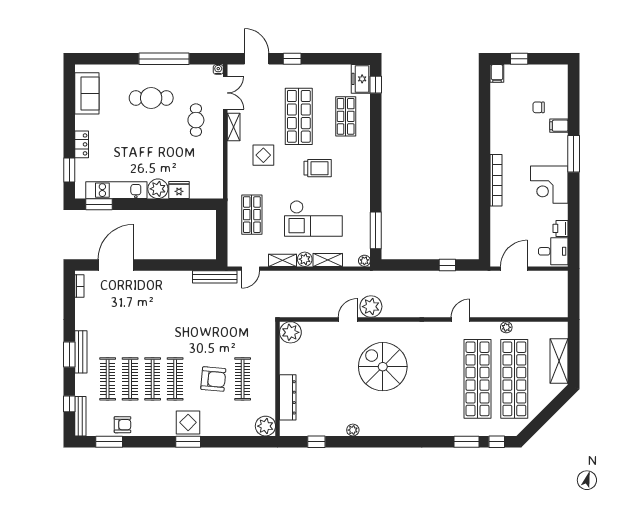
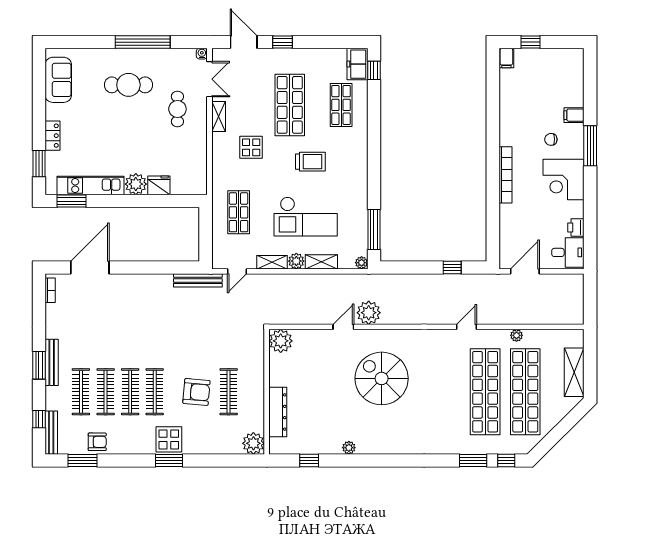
chair: (539, 107) -> (551, 139), moved

